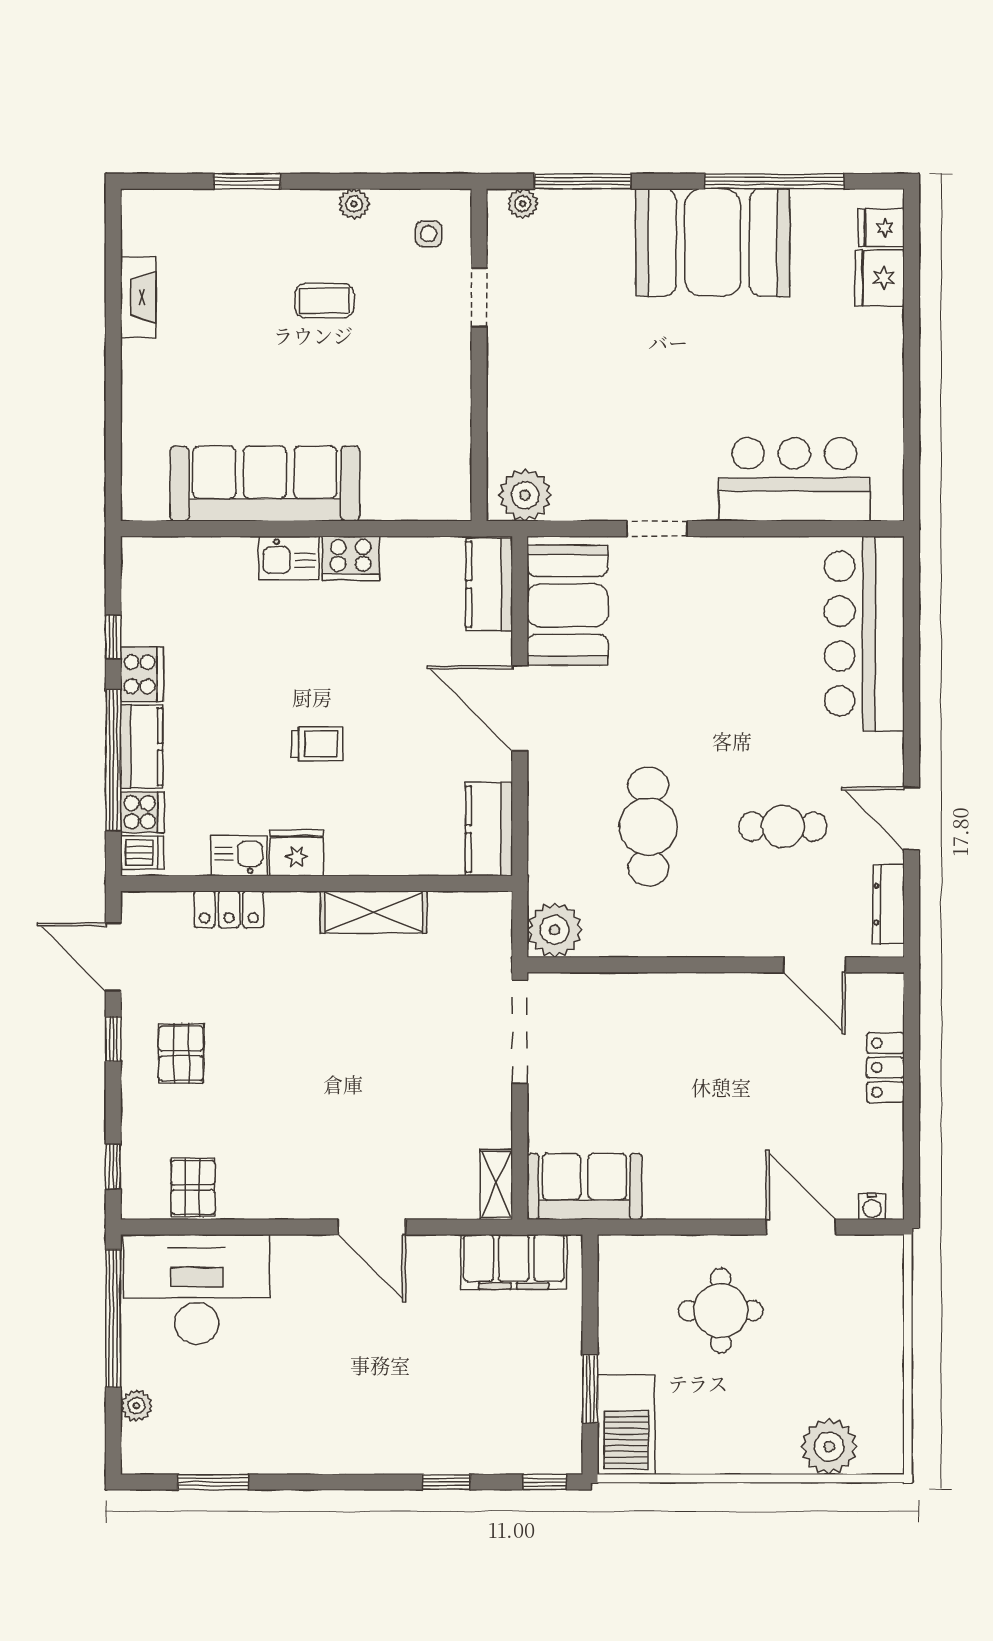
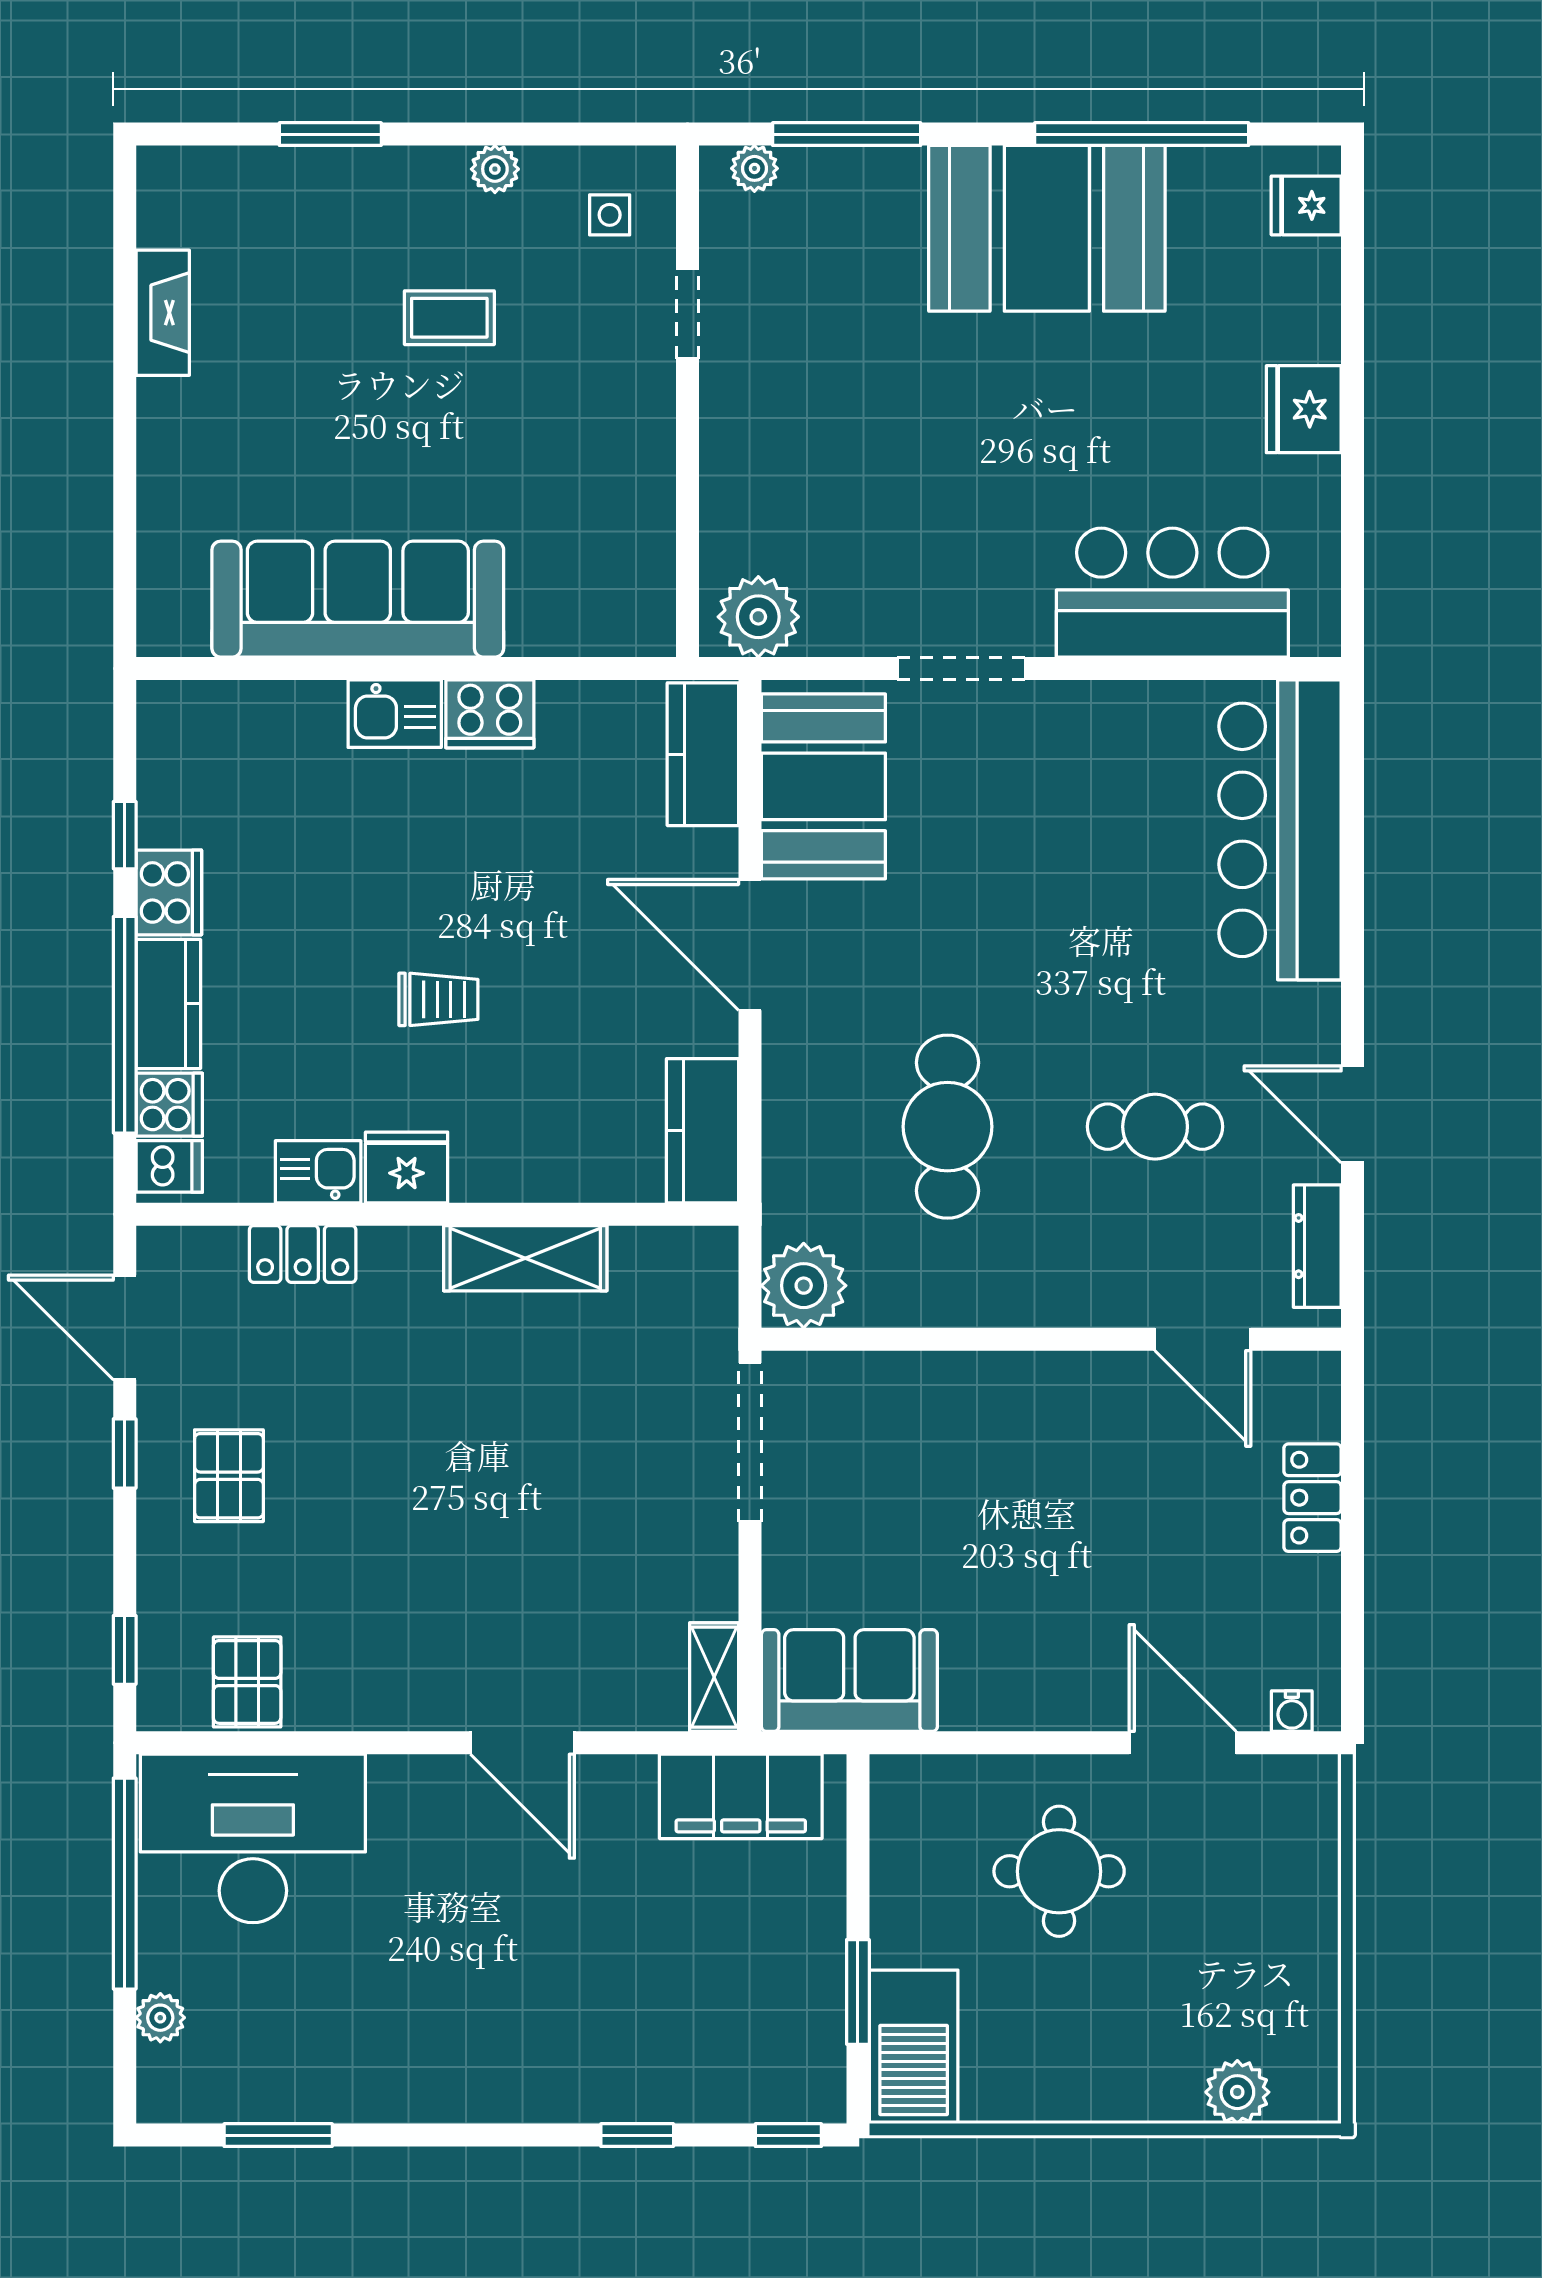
fridge: (880, 278) -> (1304, 409), moved
doorway: (657, 529) -> (961, 668), width x1.38
plant: (829, 1447) -> (1237, 2092), width x0.73, depth x0.73

